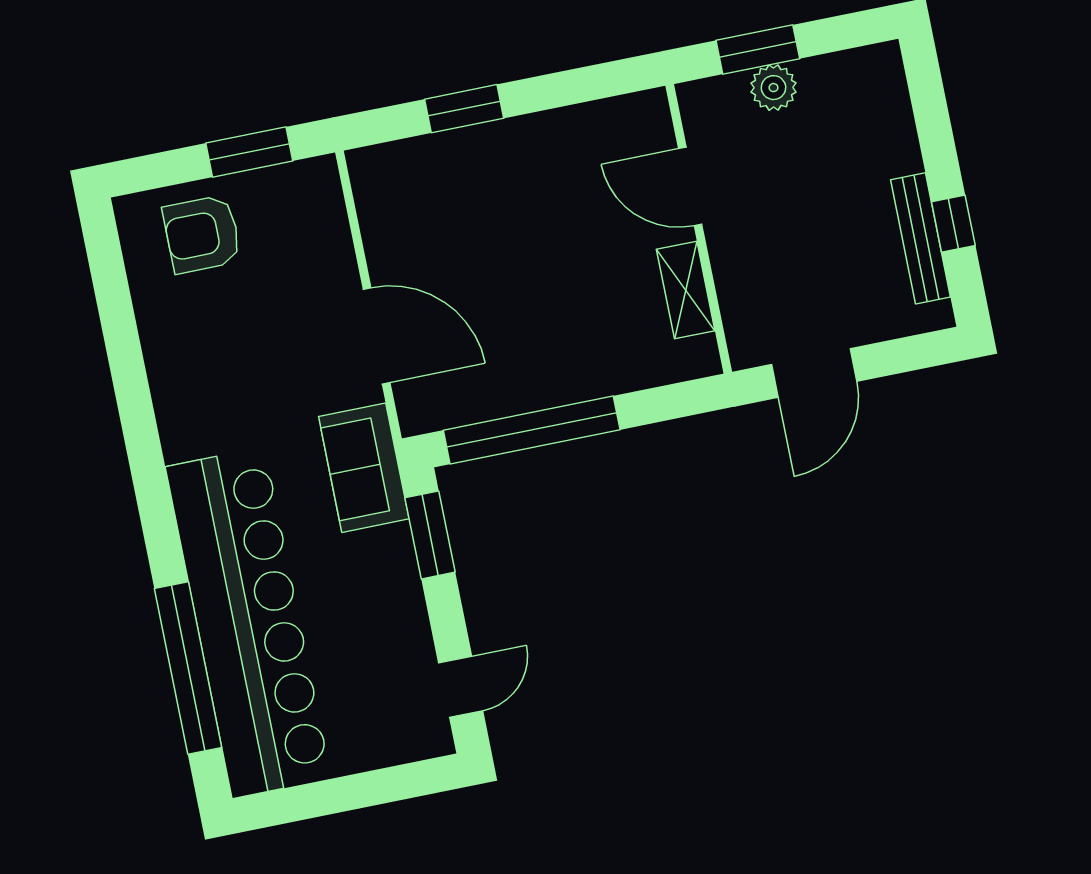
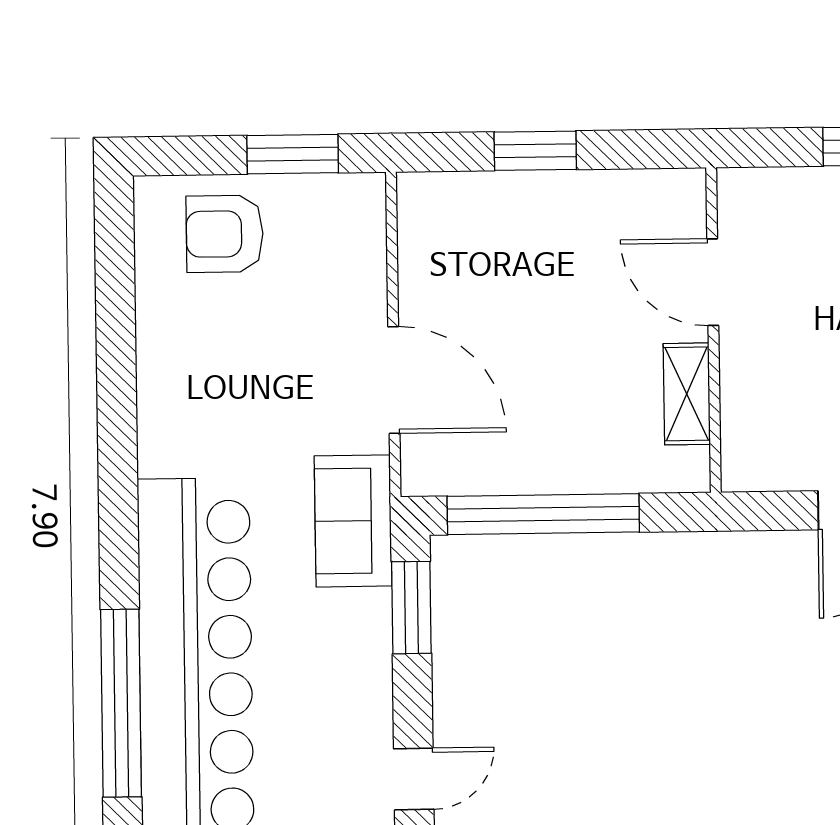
door: (690, 186) -> (713, 282), moved
wall: (699, 229) -> (713, 330), moved
shelving: (686, 290) -> (687, 394), moved

